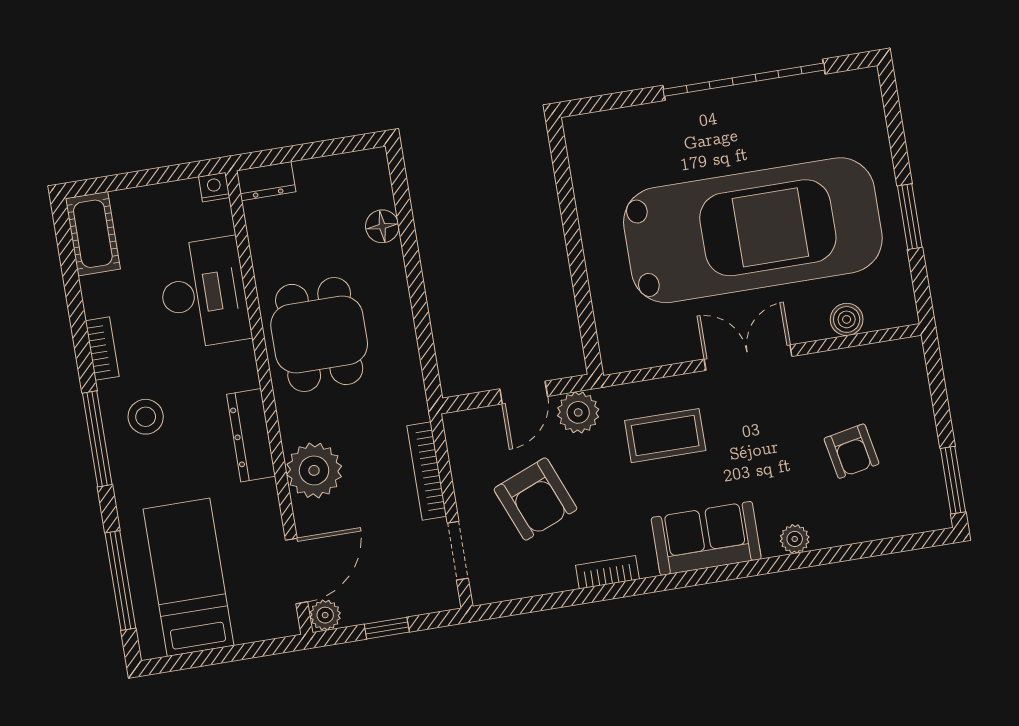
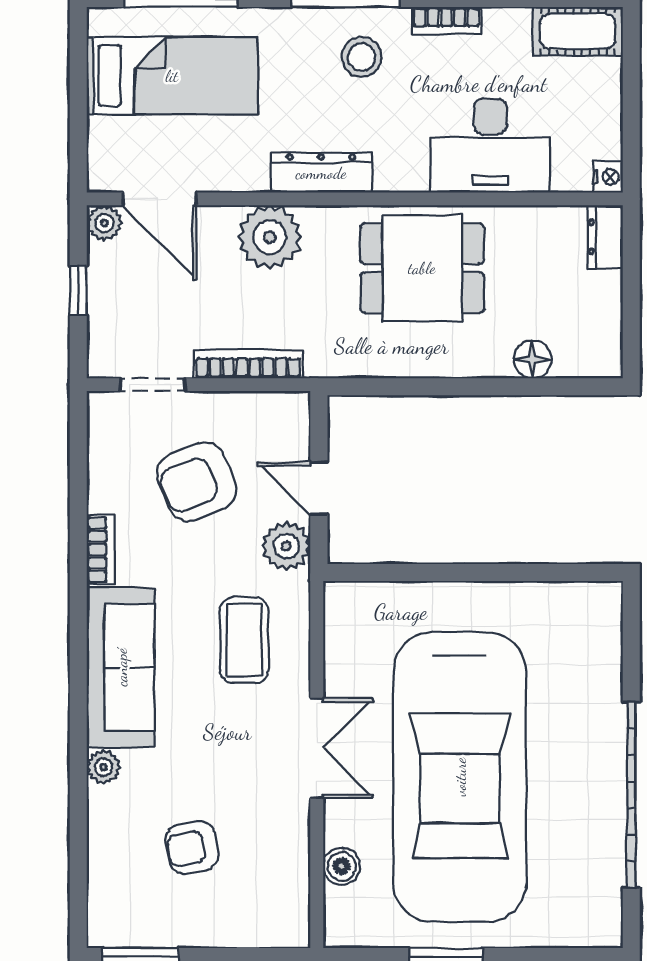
sofa: (706, 538) -> (121, 667), width x1.36

